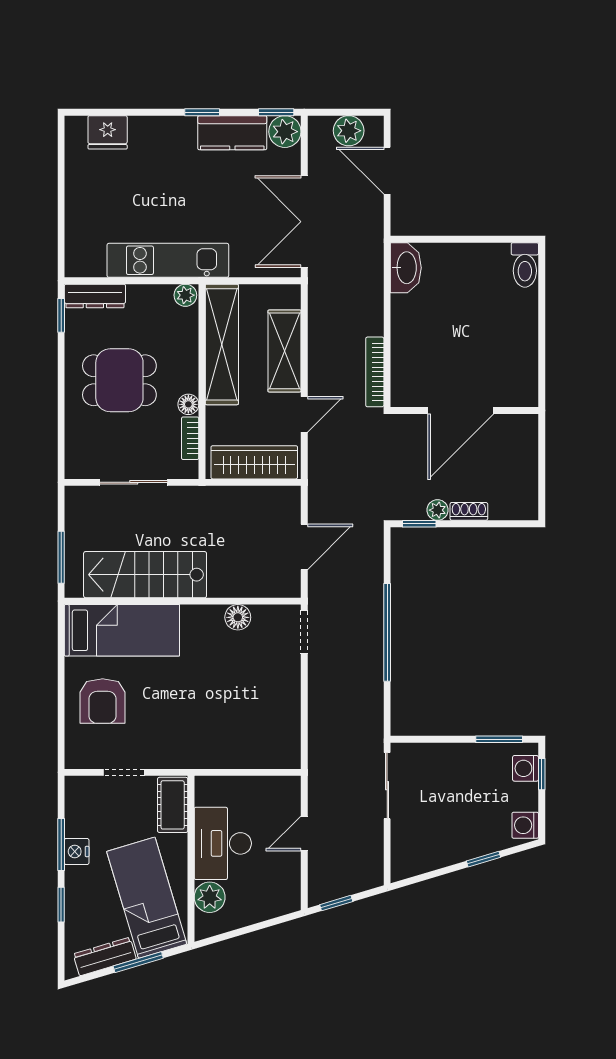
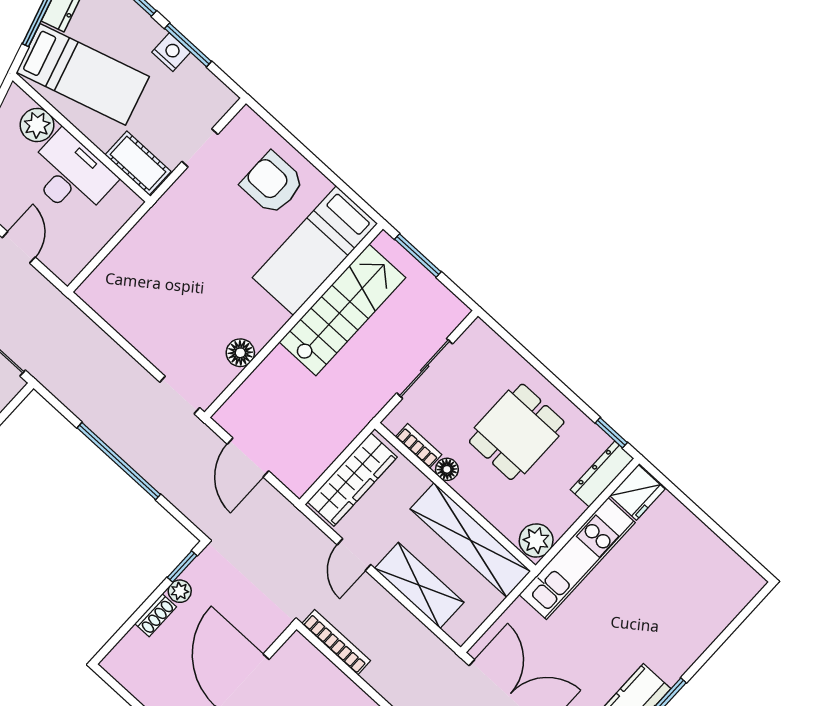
fridge: (108, 132) -> (637, 492), moved, turned 180
plant: (185, 295) -> (536, 540), width x1.38, depth x1.38

